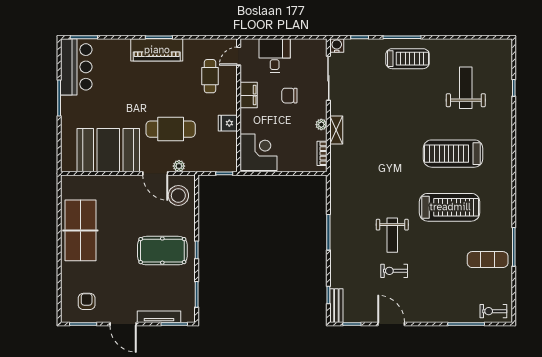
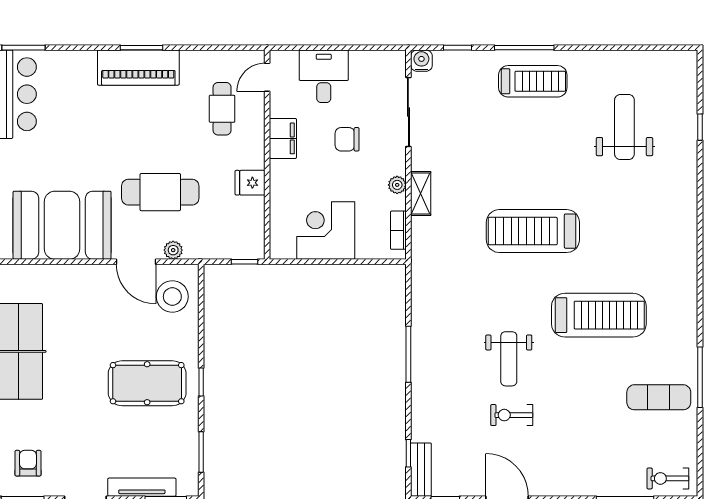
corner desk: (258, 152) -> (326, 231), moved, turned -90
treadmill: (453, 154) -> (533, 231), moved

